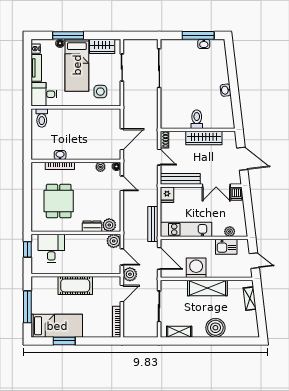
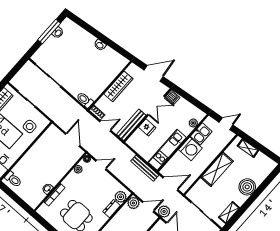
toilet: (197, 119) -> (85, 100), moved
fridge: (167, 195) -> (147, 127), moved
washing machine: (196, 268) -> (190, 149), moved, turned 180

